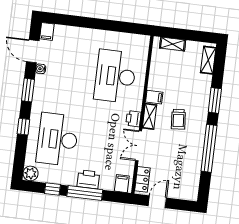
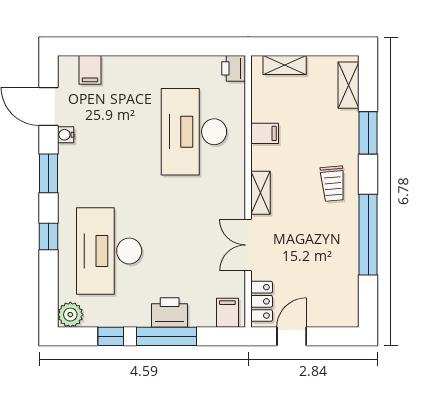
filing cabinet: (47, 31) -> (90, 70), moved
filing cabinet: (154, 97) -> (265, 133), moved
window: (215, 100) -> (368, 133), moved
printer: (133, 119) -> (234, 68), moved
trolley: (178, 119) -> (333, 184), moved

